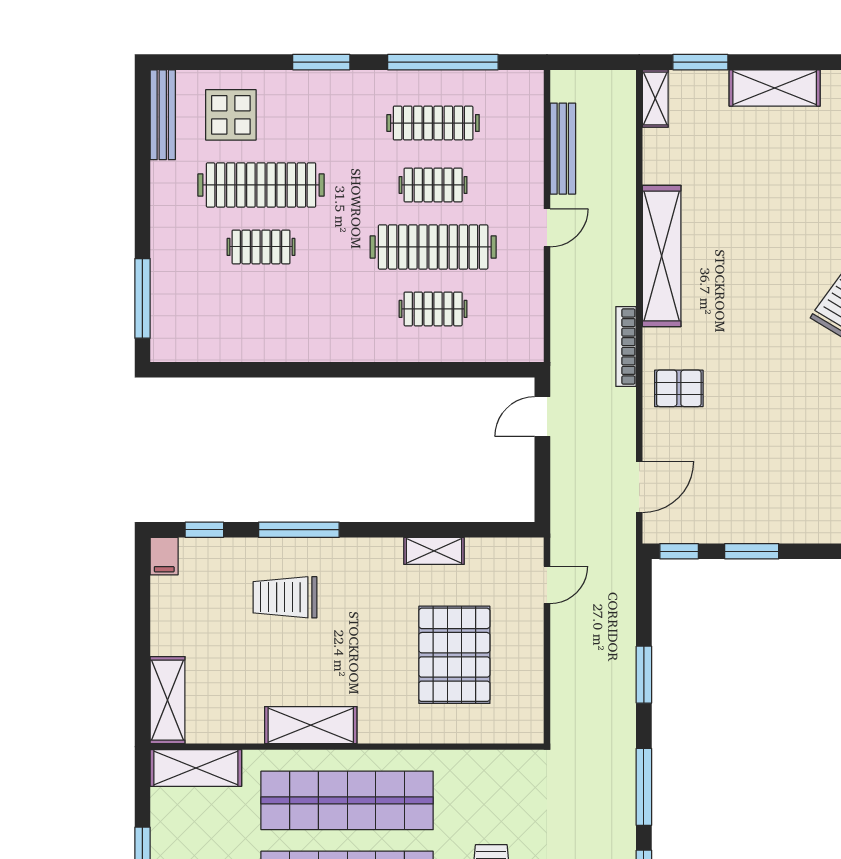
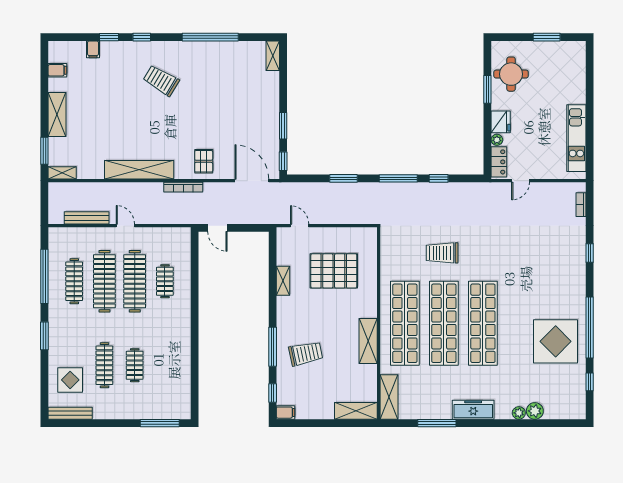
clothes rail: (261, 185) -> (104, 365), width x0.73, depth x0.76
clothes rail: (433, 185) -> (104, 281), width x1.86, depth x1.31
door: (639, 487) -> (252, 181), width x1.36
trolley: (285, 597) -> (306, 354), turned -102

